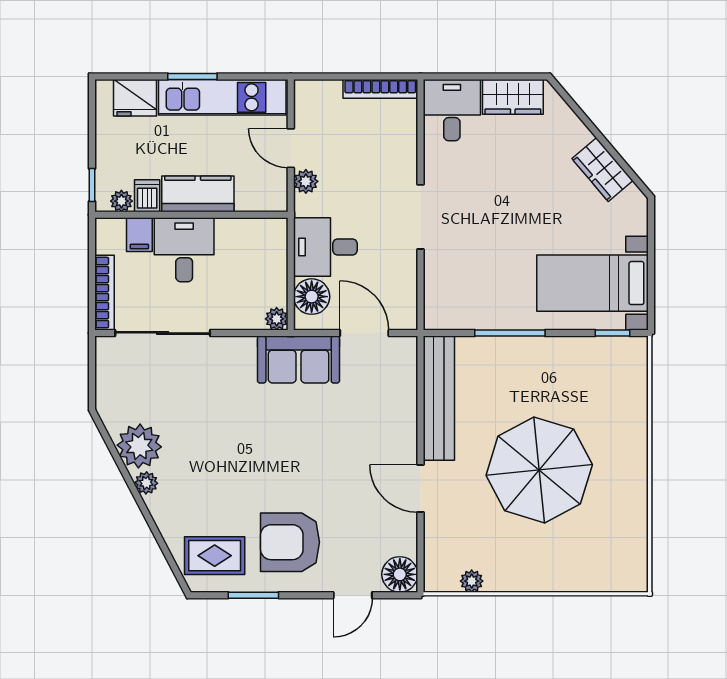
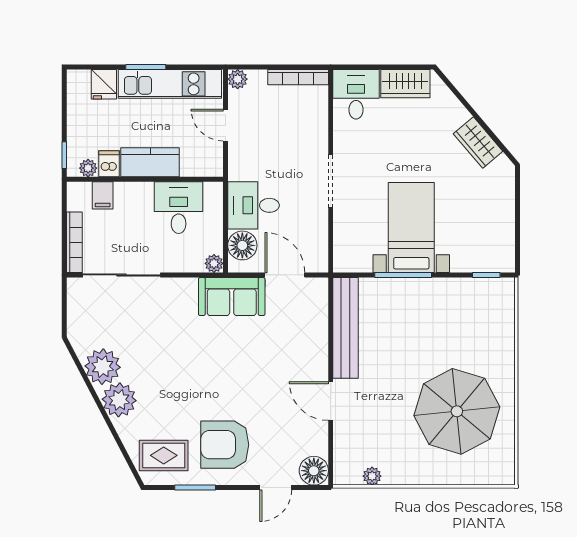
fridge: (135, 98) -> (104, 84), width x0.72
plant: (306, 181) -> (238, 79), moved
desk: (184, 250) -> (179, 208), moved
bed with nightstands: (593, 283) -> (411, 228), moved, turned 90
parasol: (539, 470) -> (457, 411), moved
plant: (146, 483) -> (119, 400), width x1.88, depth x1.88

